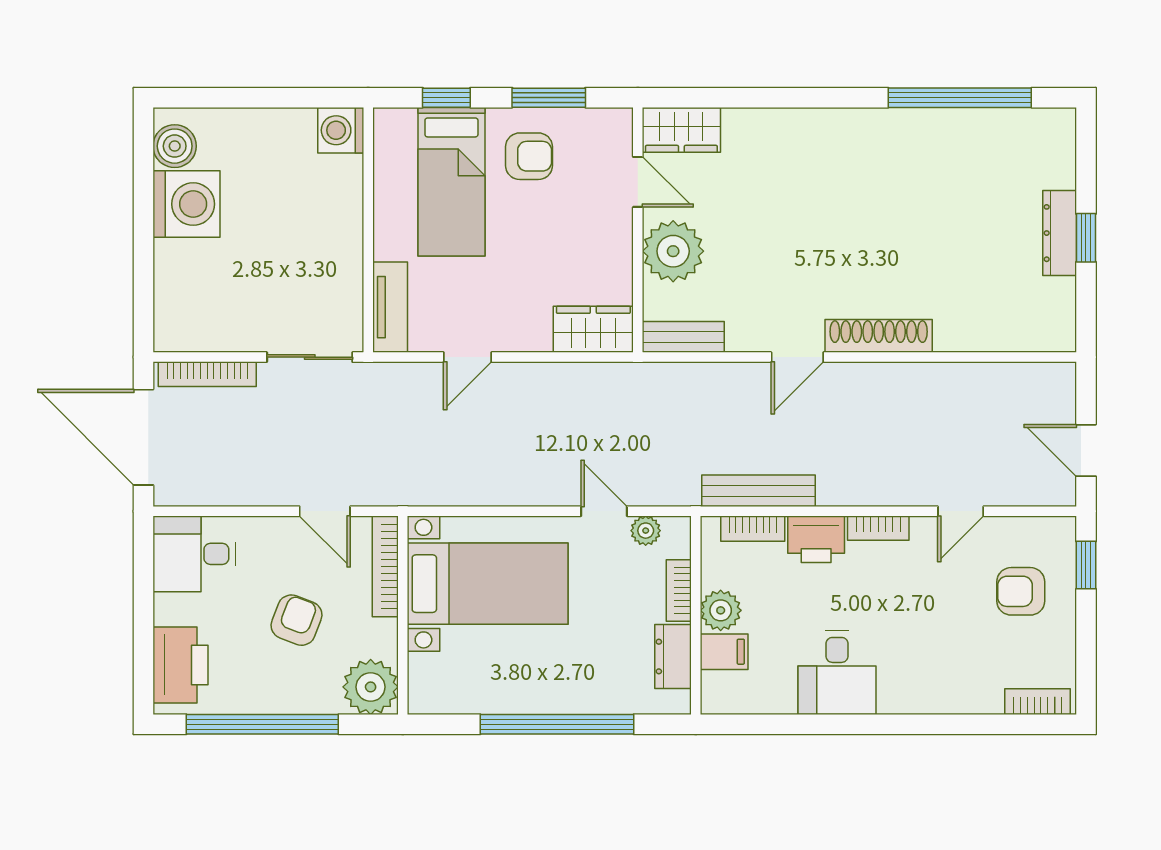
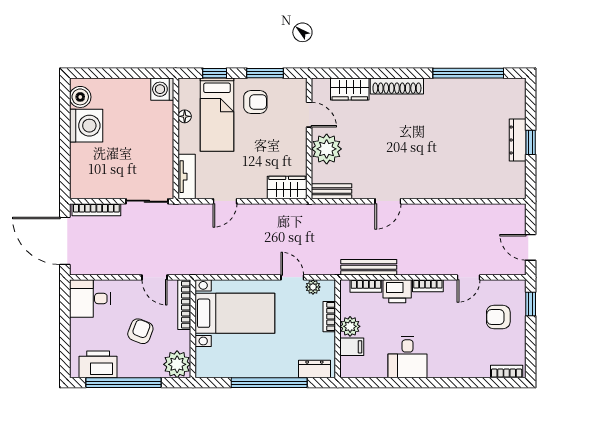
wardrobe: (681, 130) -> (350, 89), moved
floor lamp: (386, 185) -> (185, 116), added
shoe rack: (879, 336) -> (397, 86), moved, turned 180
dresser: (673, 657) -> (314, 369), moved, turned 90
printer: (181, 665) -> (98, 364), moved, turned -90

